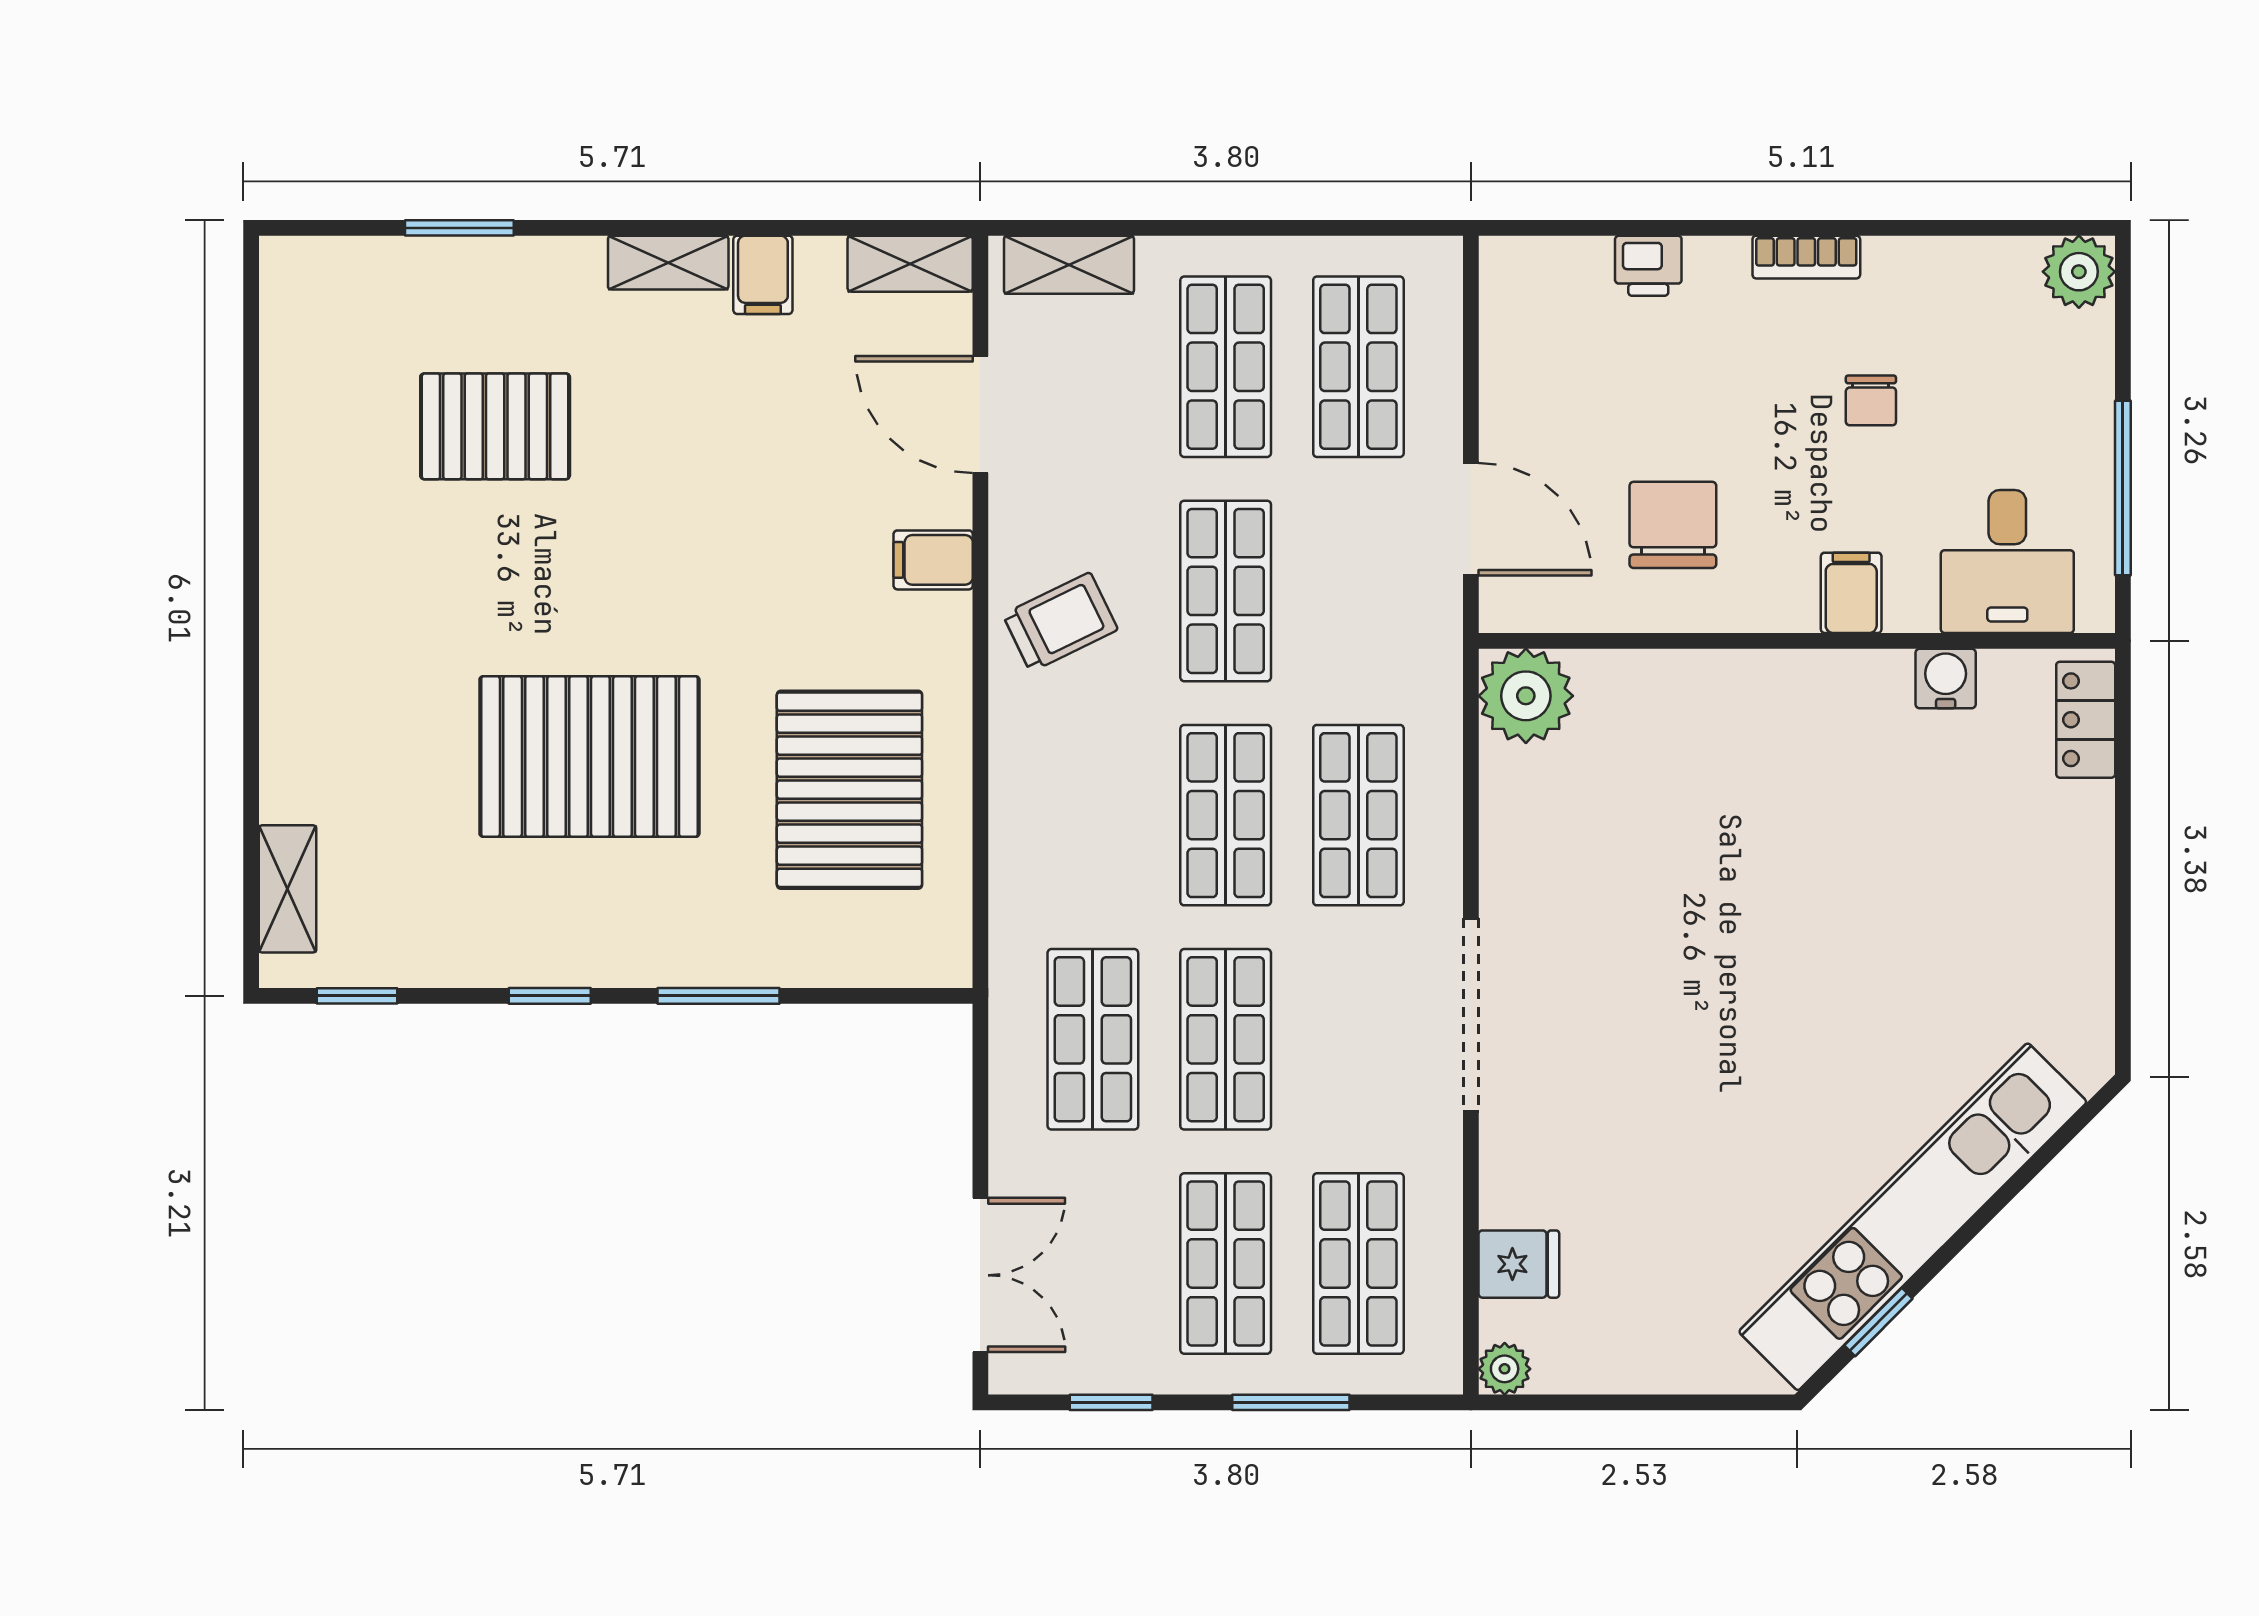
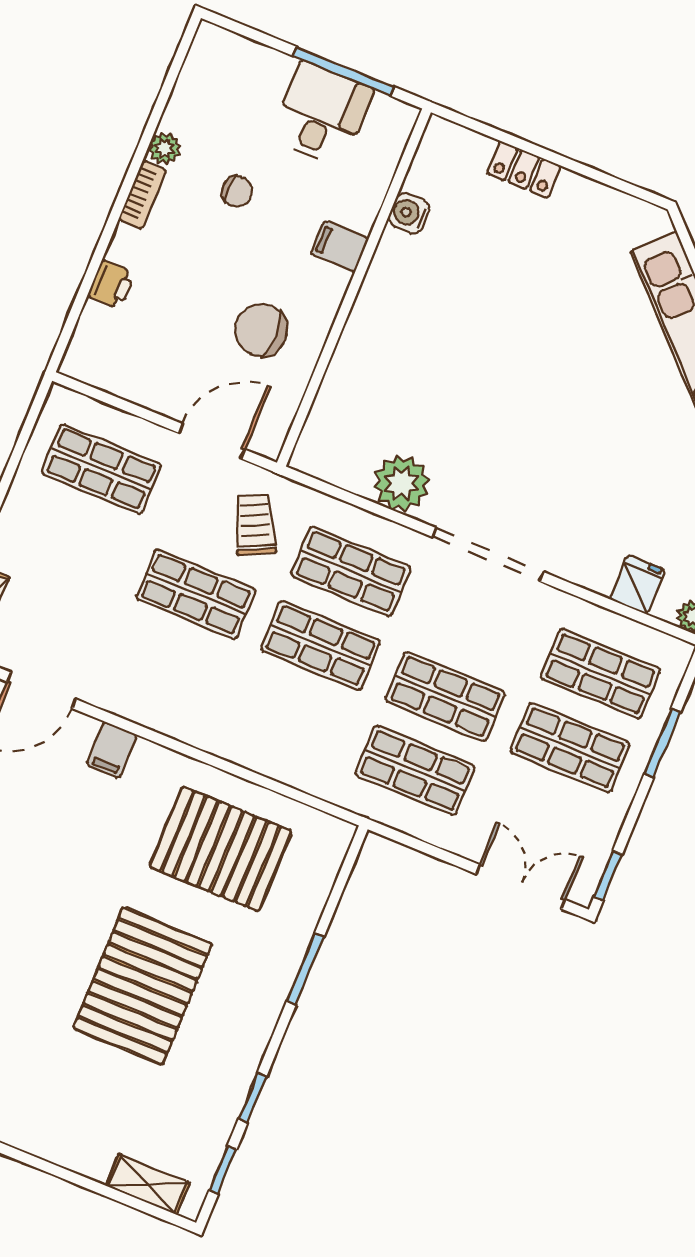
plant: (2079, 272) -> (165, 148), moved, width x0.73, depth x0.73
shop shelf: (1226, 367) -> (71, 543), removed
desk: (2007, 562) -> (322, 114), moved, turned -90
trolley: (1060, 622) -> (255, 524), moved
plant: (1526, 696) -> (402, 483), moved
locker: (2086, 720) -> (524, 169), moved
window: (550, 996) -> (252, 1098), moved
window: (1111, 1402) -> (608, 875), moved

